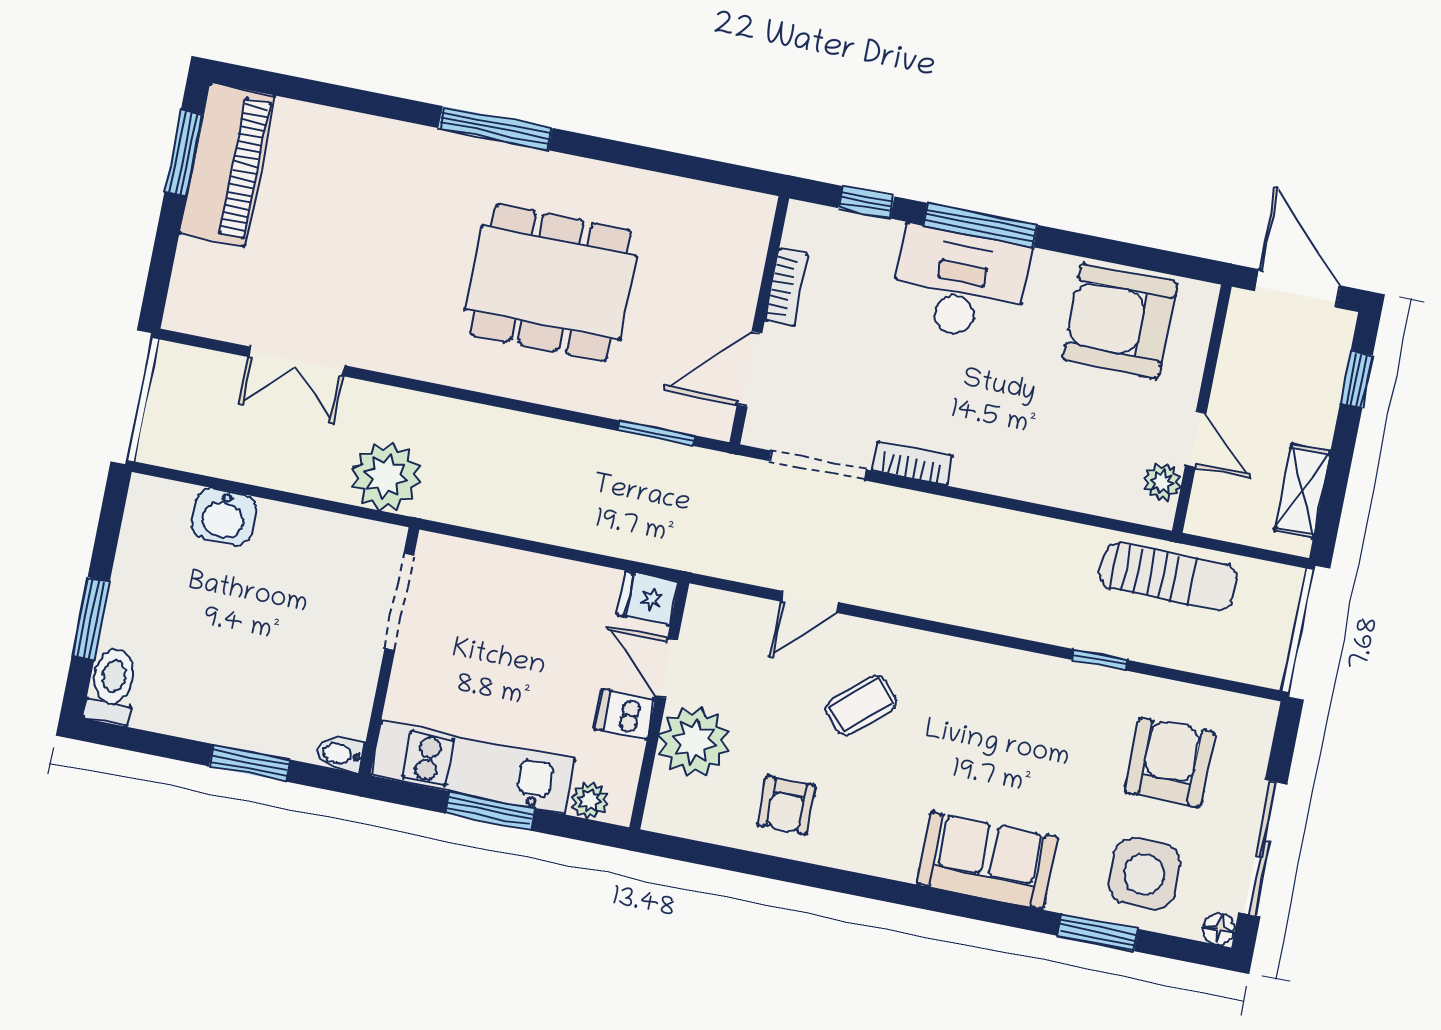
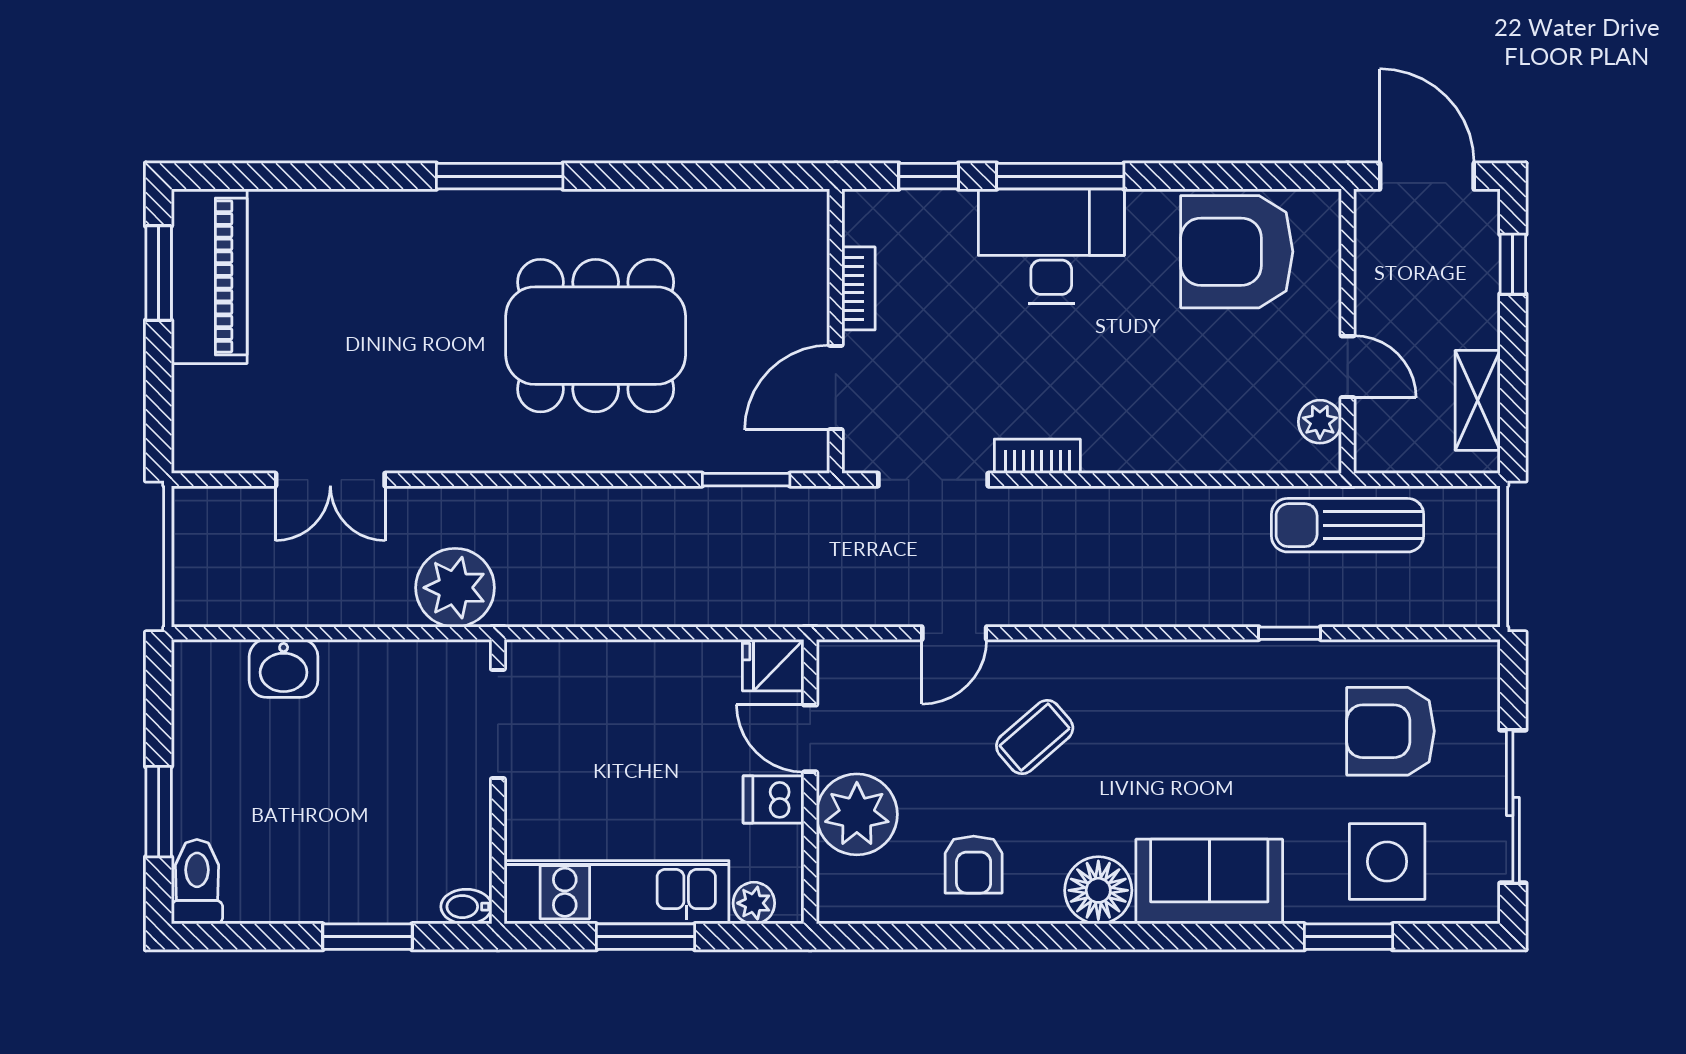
sun lounger: (1168, 576) -> (1348, 525), turned 180
armchair: (1170, 762) -> (1390, 731), turned -90
floor lamp: (1219, 929) -> (1098, 890), moved, width x1.89, depth x1.89

